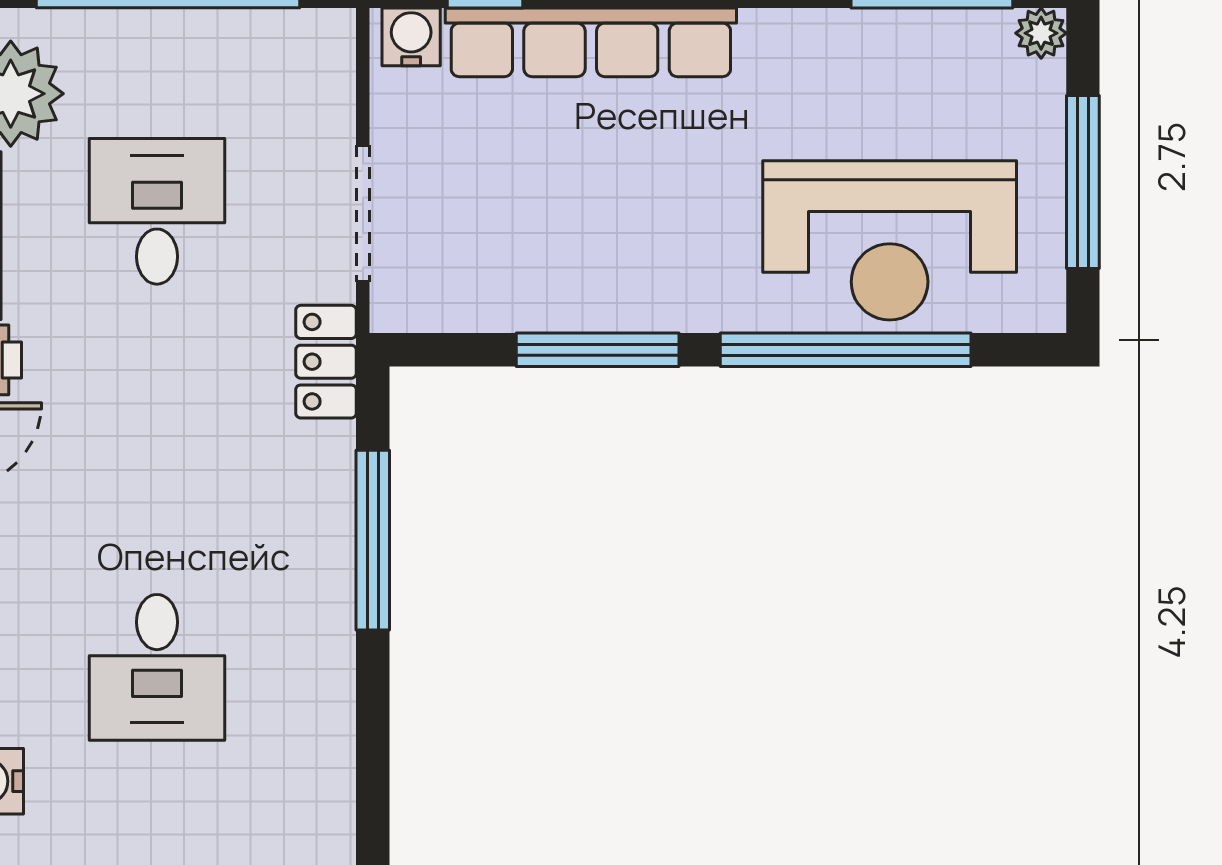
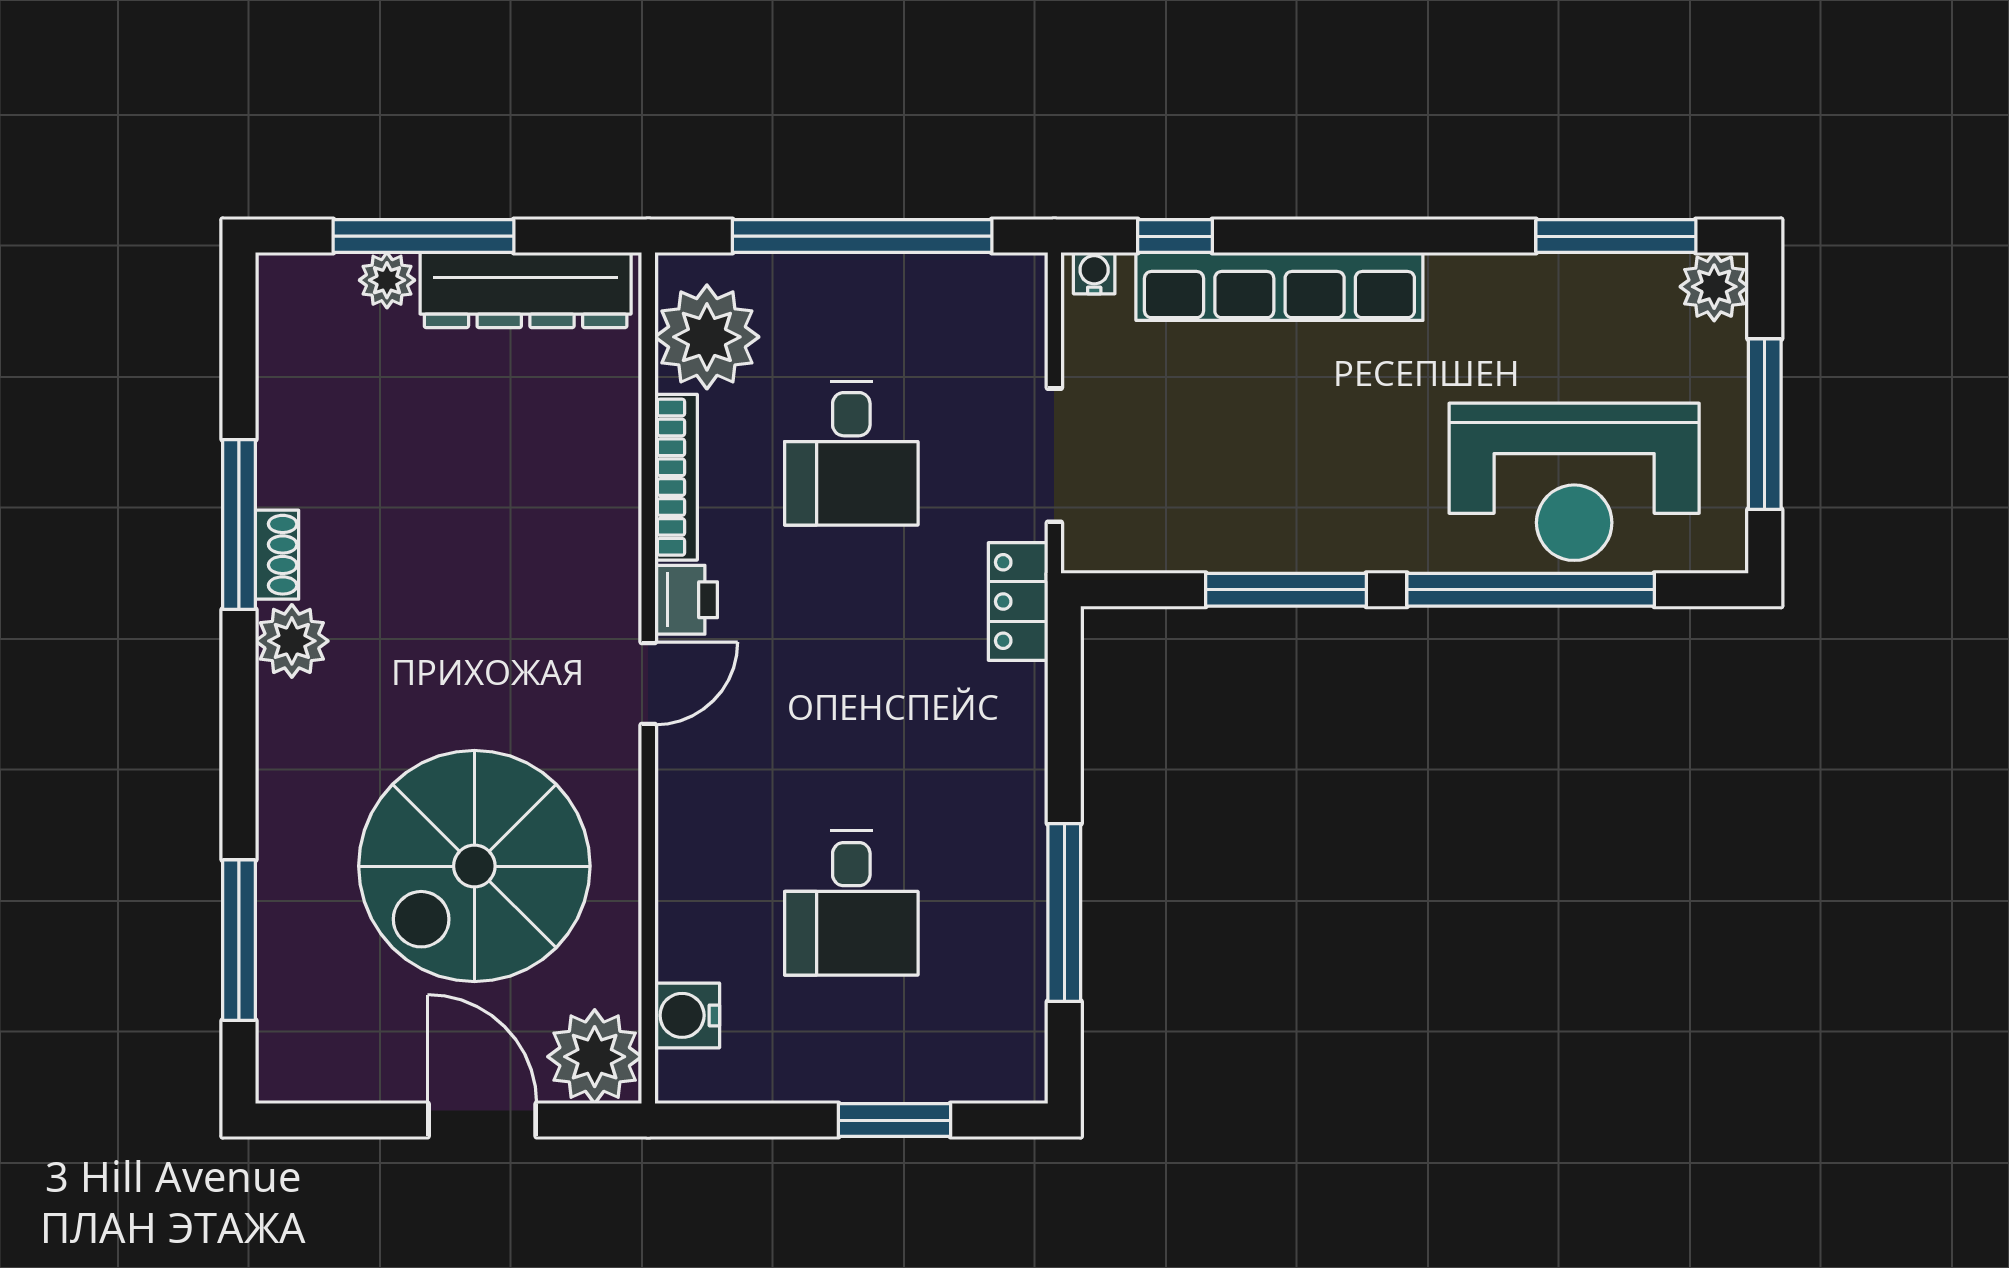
plant: (1041, 33) -> (1714, 287), width x1.38, depth x1.38
water cooler: (411, 37) -> (1094, 273), width x0.72, depth x0.72
desk: (157, 211) -> (851, 453), turned 180
window: (373, 540) -> (1064, 913), moved

